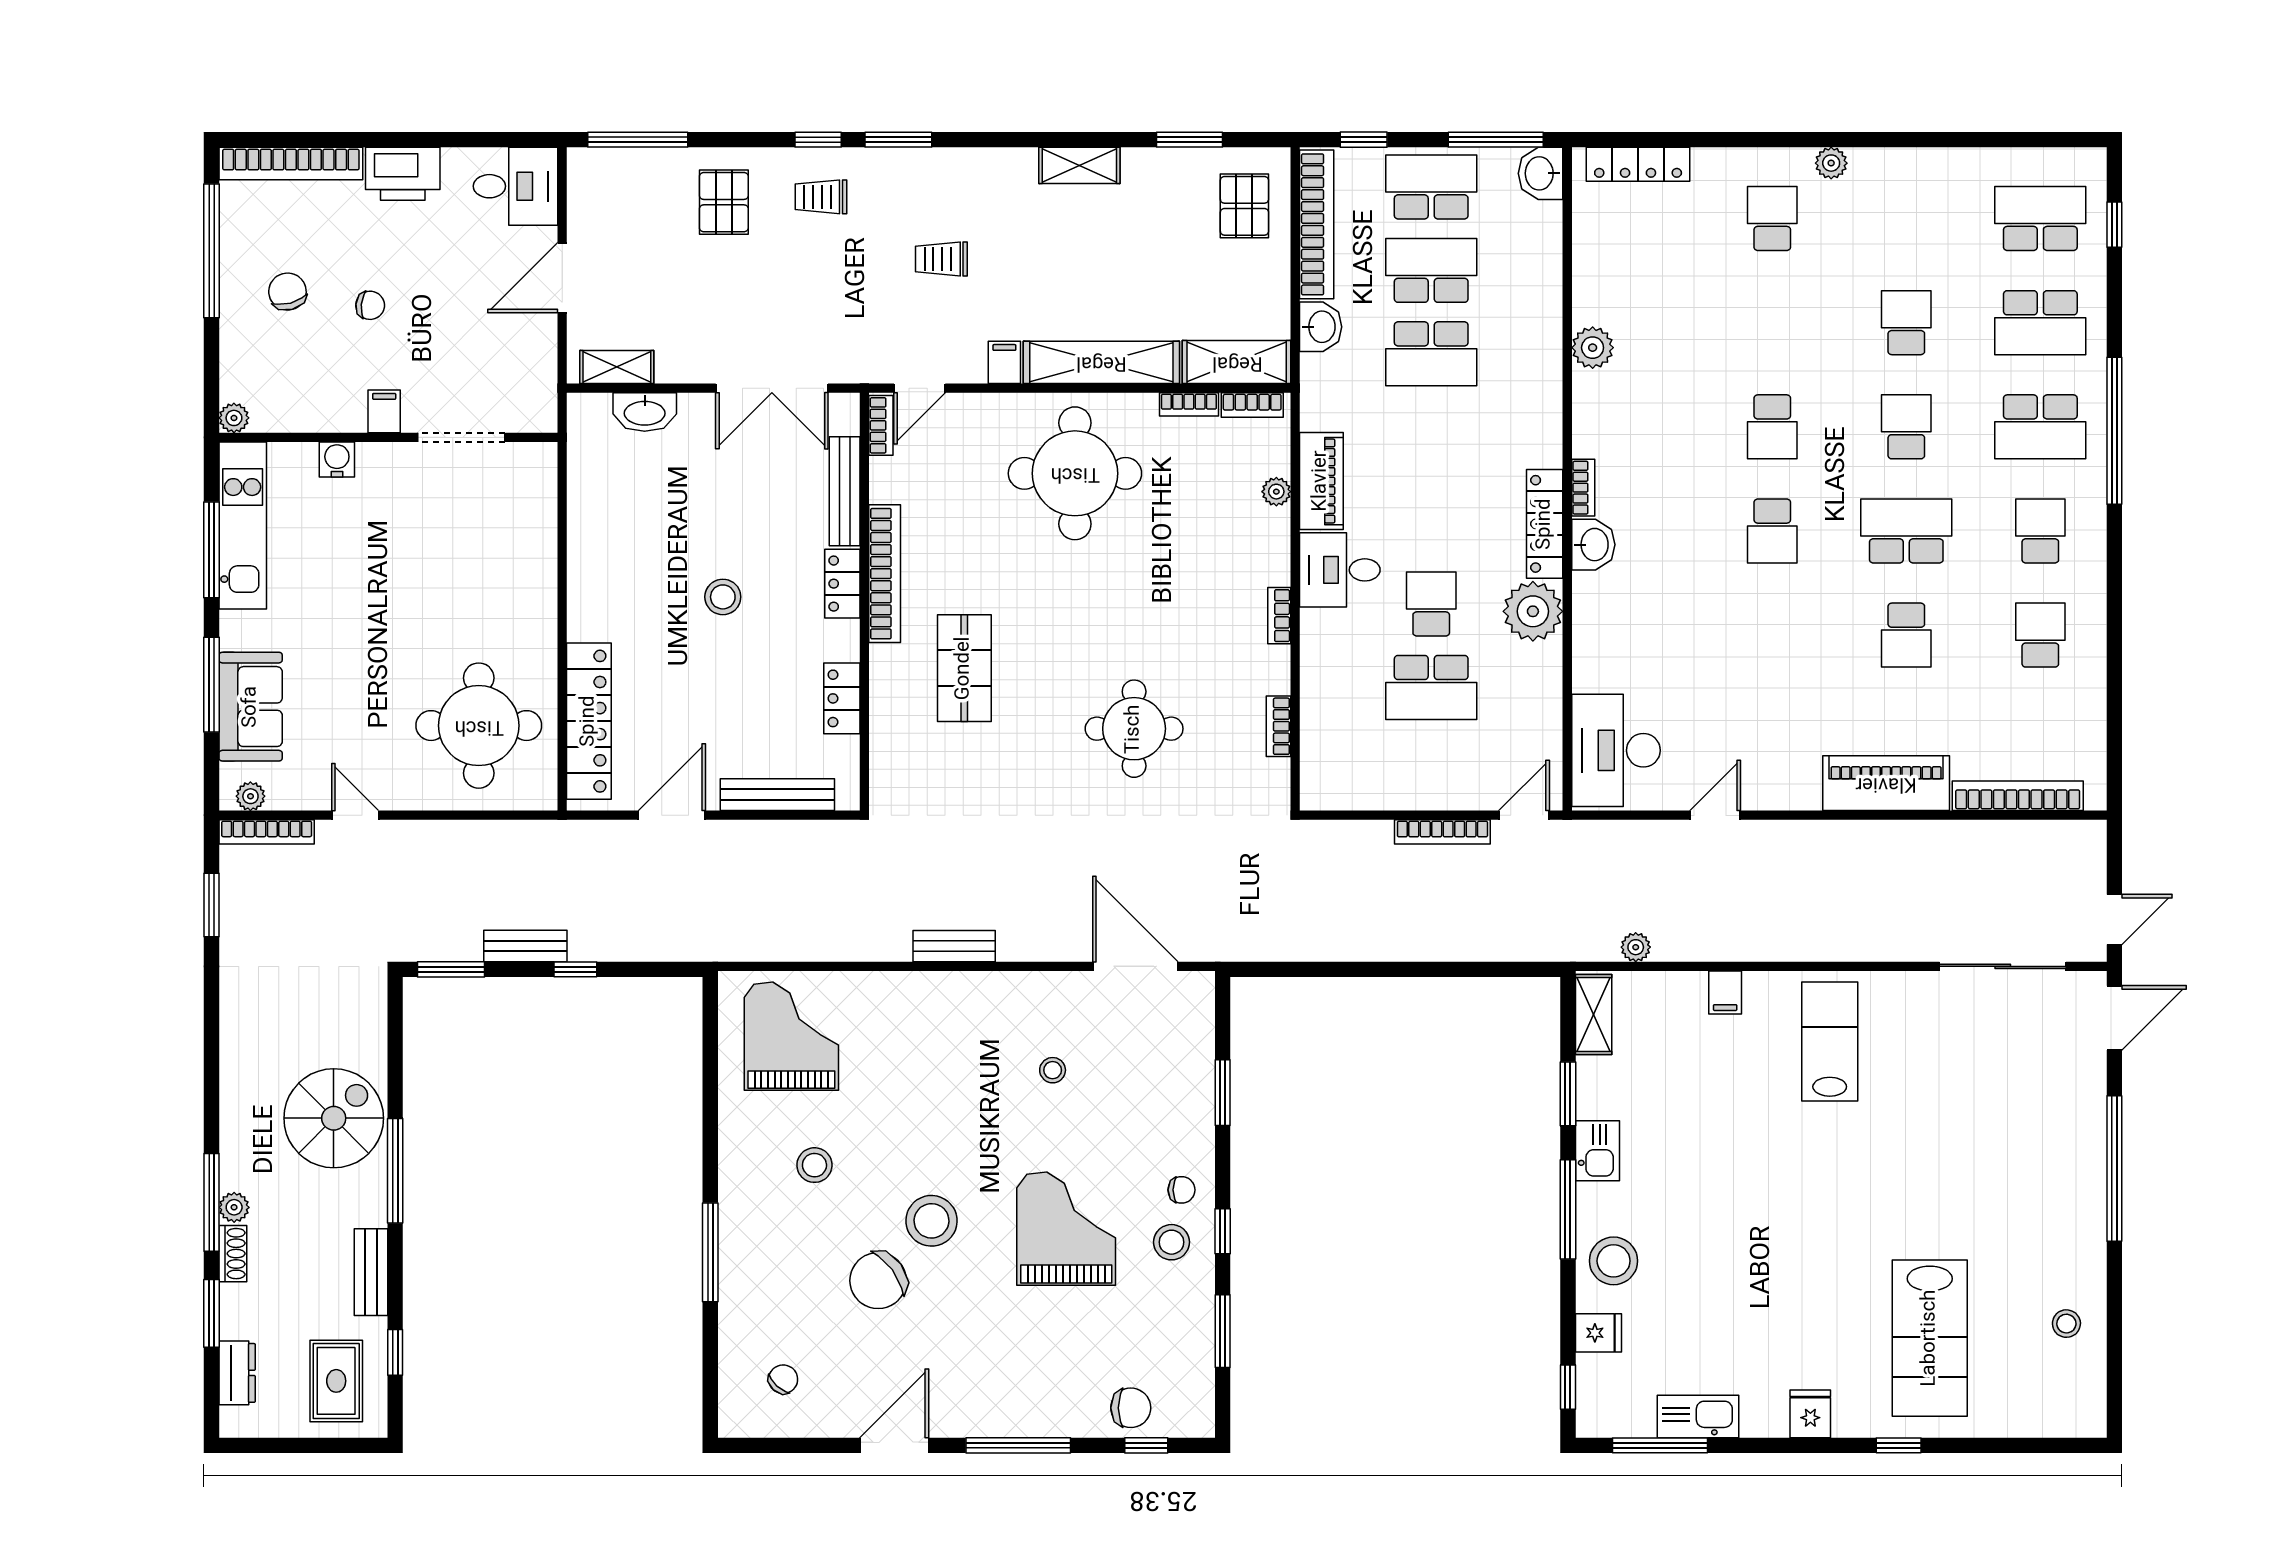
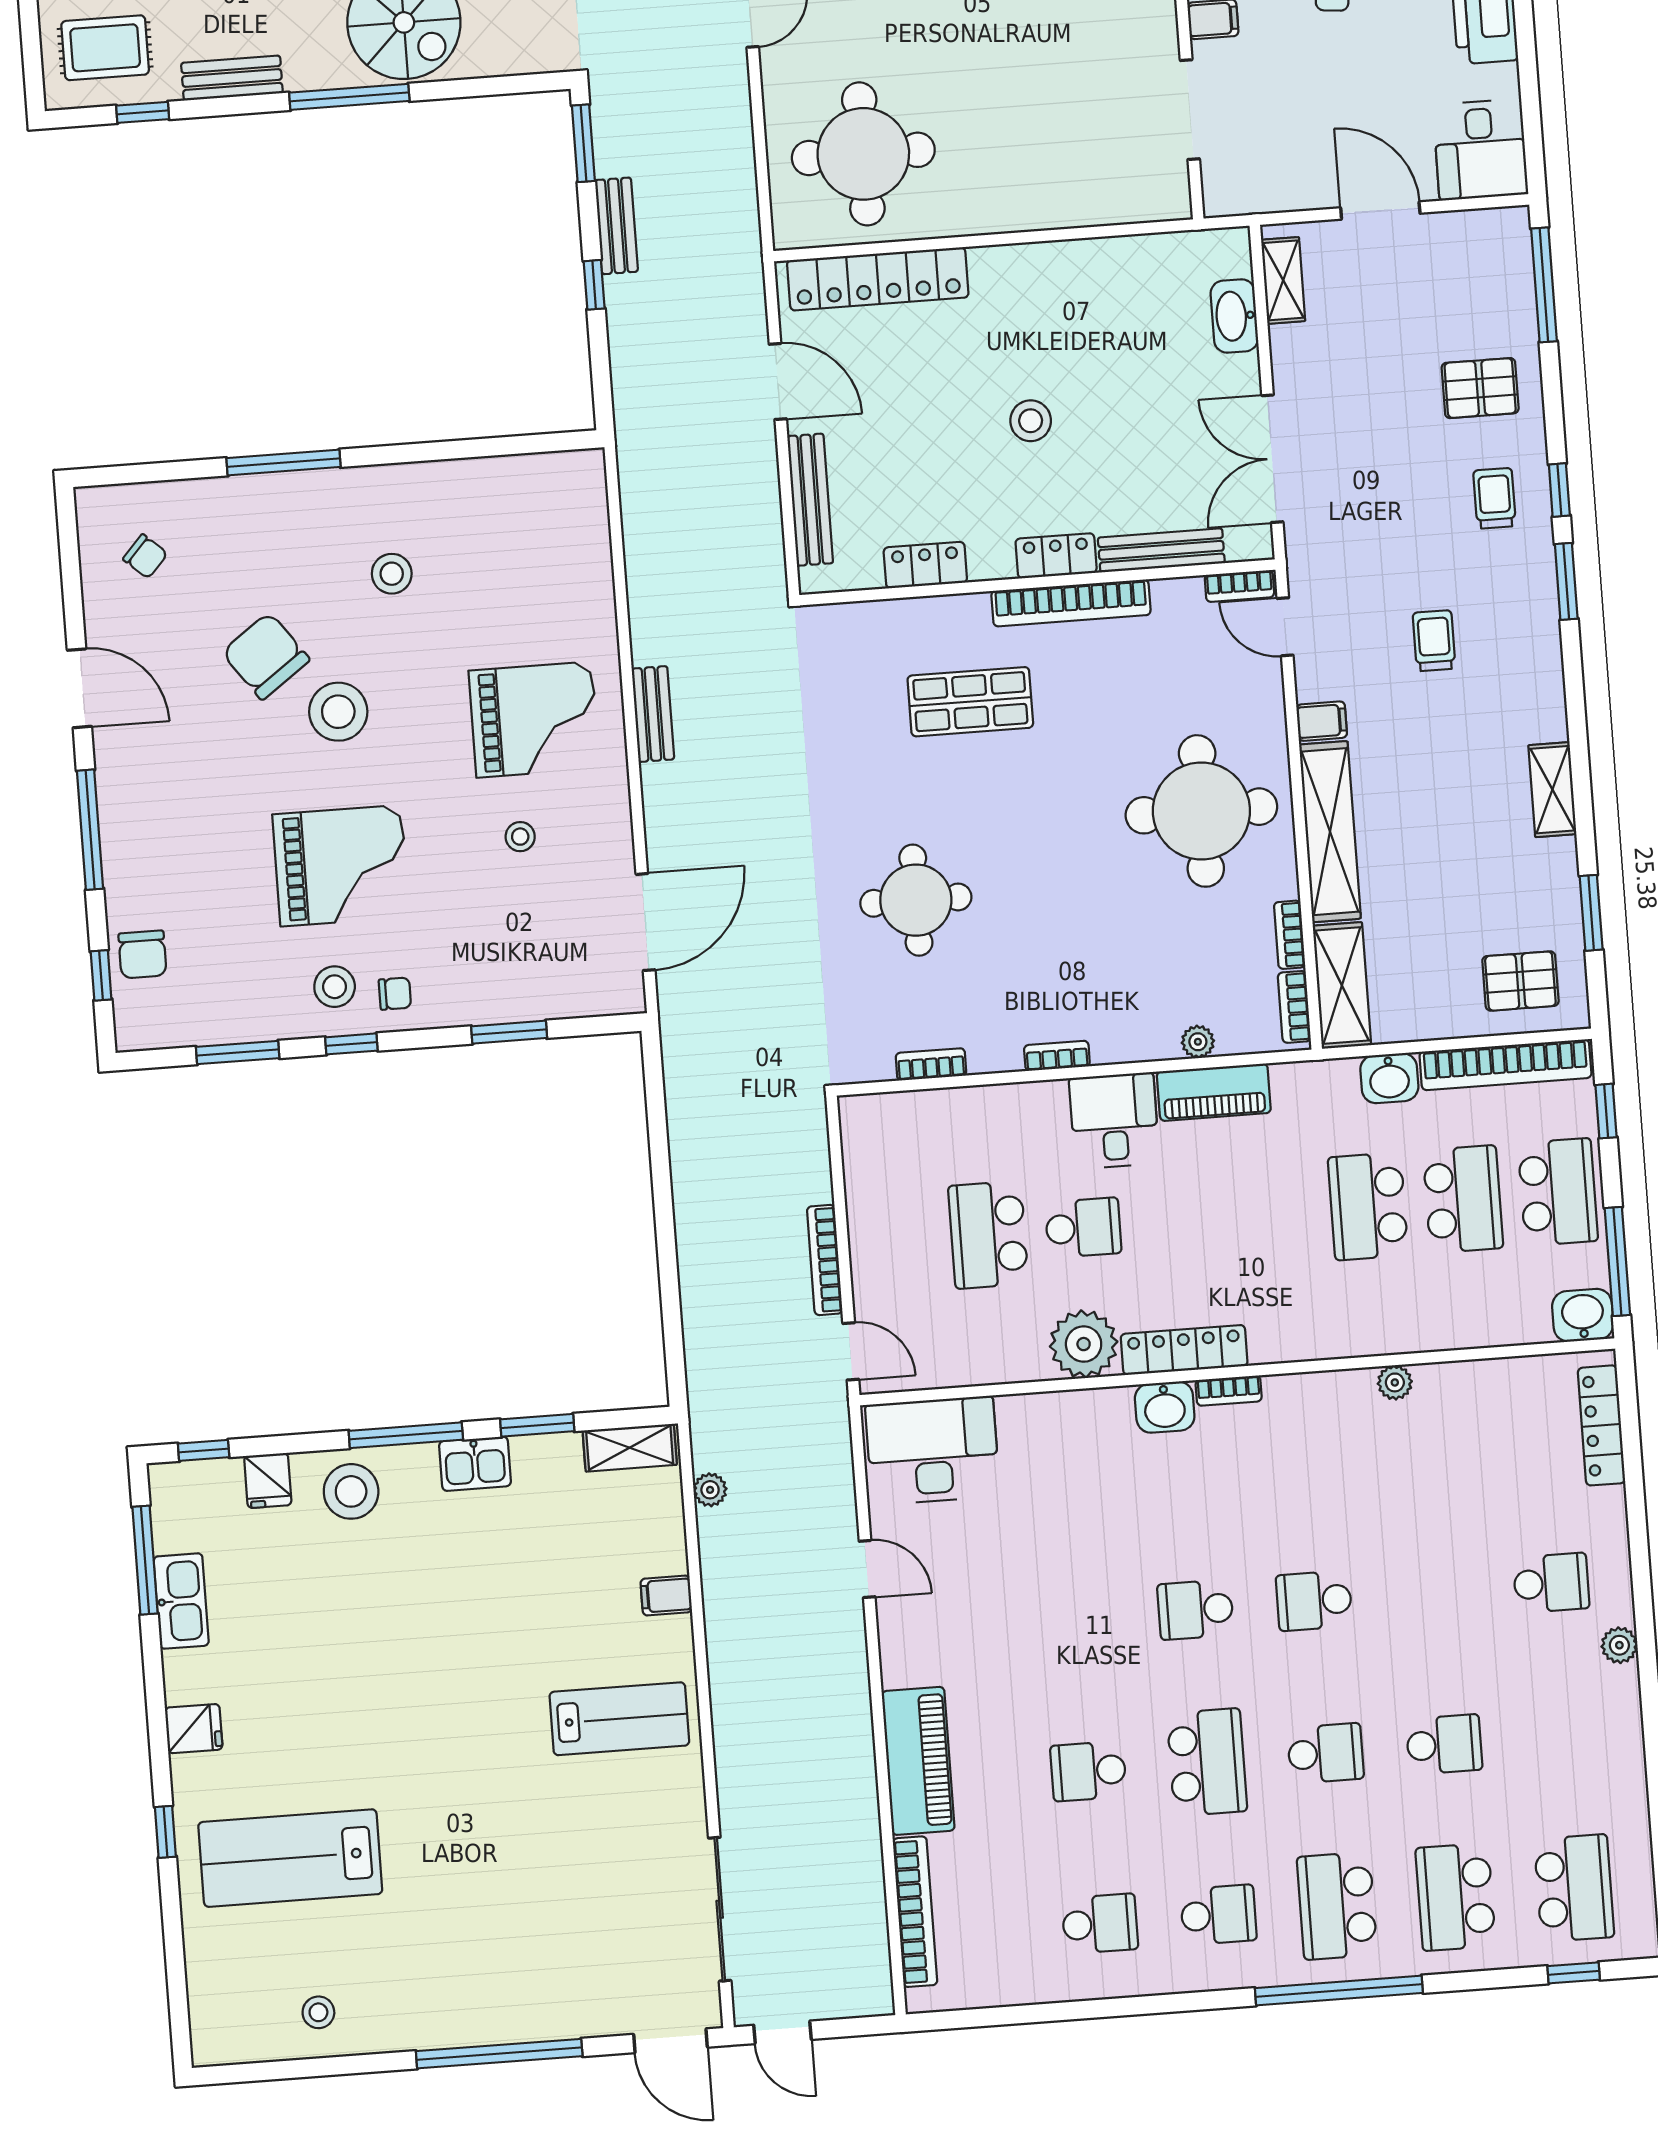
plant: (1593, 348) -> (1395, 1382), width x0.73, depth x0.73
grand piano: (791, 1036) -> (534, 720), moved
chair: (1182, 1190) -> (395, 994), turned -90

